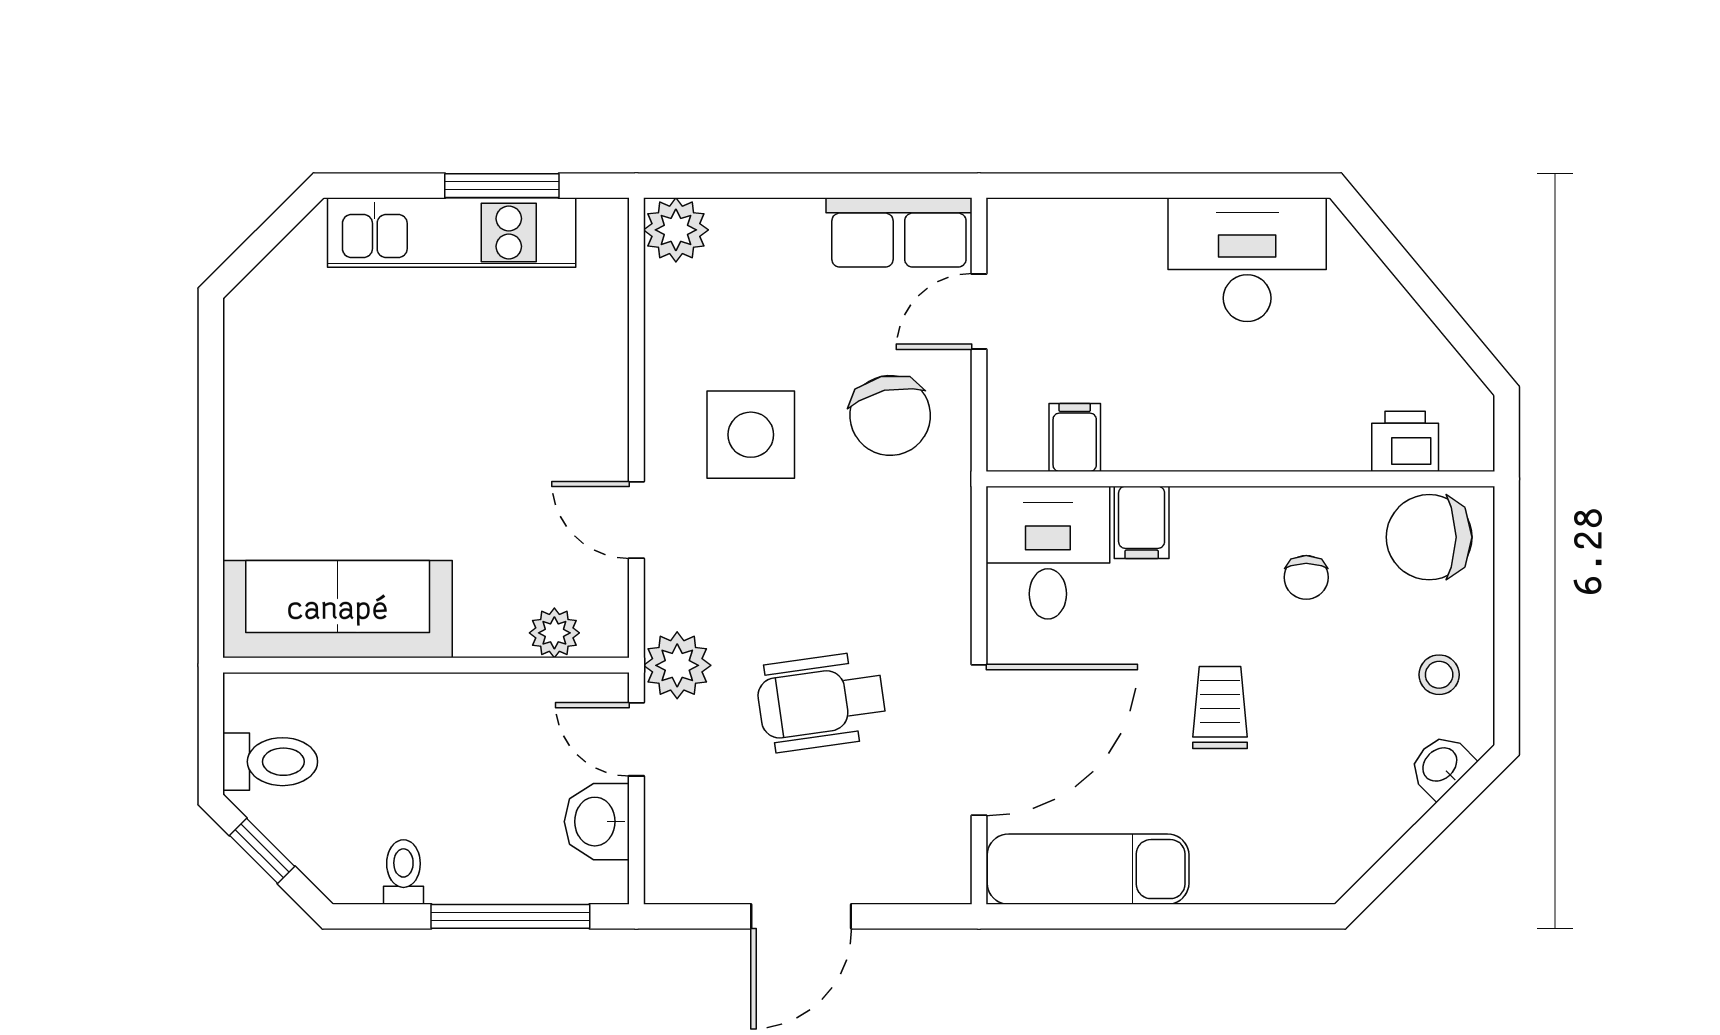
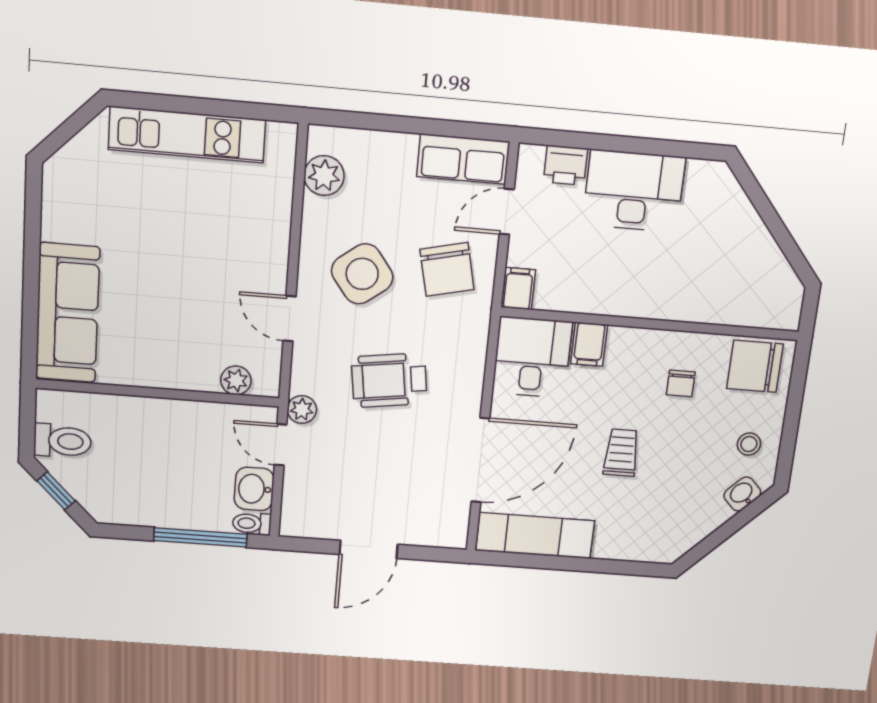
window: (502, 186) -> (220, 108), removed
plant: (676, 230) -> (324, 176), moved
desk: (1247, 260) -> (634, 191), moved
side table: (751, 435) -> (362, 274), turned -37
filing cabinet: (1075, 438) -> (518, 289), moved
printer: (1405, 441) -> (566, 165), moved, turned 180
sofa: (338, 609) -> (68, 313), moved, turned 90
plant: (677, 665) -> (302, 409), width x0.73, depth x0.73
wheelchair: (821, 702) -> (389, 380), moved
toilet: (403, 872) -> (252, 524), moved, turned -90

